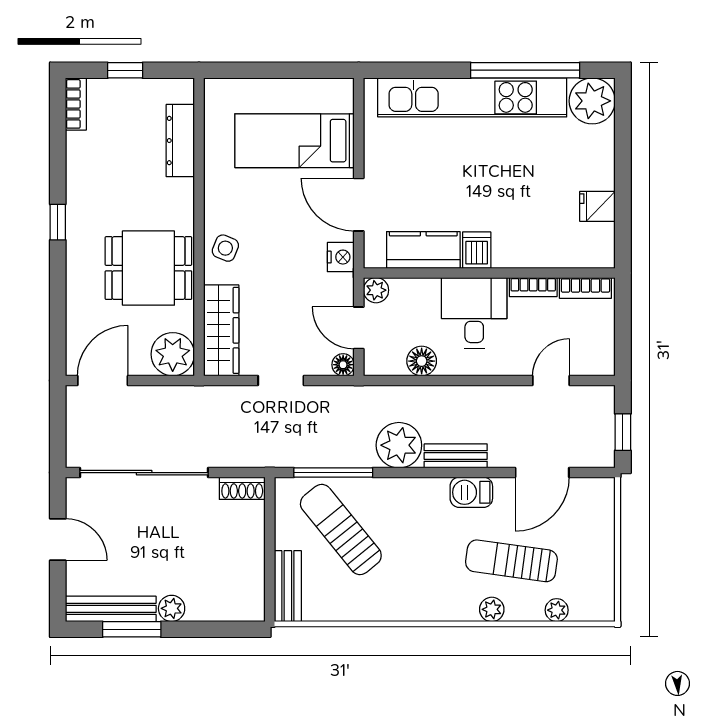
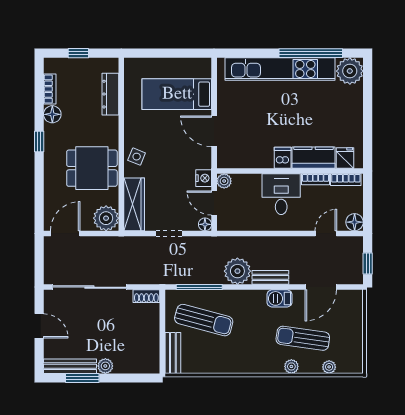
bookcase: (76, 104) -> (50, 89), moved
floor lamp: (80, 175) -> (52, 114), added
fridge: (597, 206) -> (345, 158), moved, turned 90
kitchen counter: (423, 250) -> (314, 158), moved
nightstand: (341, 257) -> (204, 178), moved
floor lamp: (422, 361) -> (355, 222), moved
sun lounger: (341, 529) -> (204, 320), turned 144

